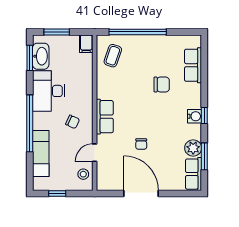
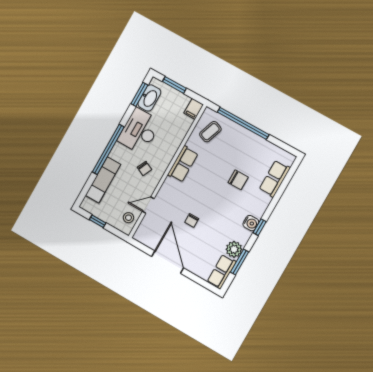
row of seats: (105, 117) -> (183, 164), moved

